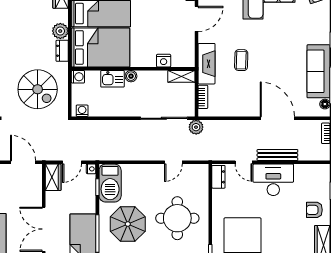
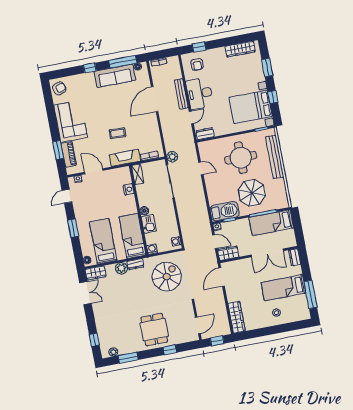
bed: (101, 47) -> (132, 236), width x0.67
armchair: (314, 210) -> (197, 64), moved

